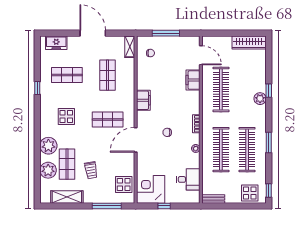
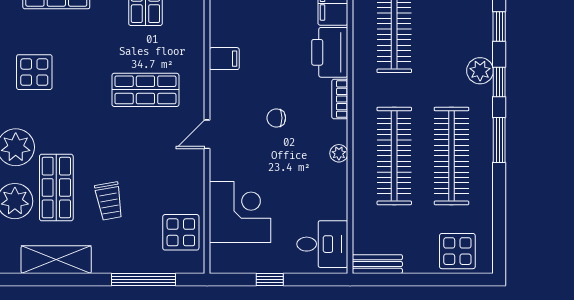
plant: (260, 99) -> (480, 71), moved
filing cabinet: (143, 100) -> (224, 59), width x0.50
printer: (192, 102) -> (330, 52), added
display table: (66, 116) -> (34, 72), moved
door: (136, 140) -> (207, 134), width x0.53
desk: (188, 179) -> (322, 244), moved
corner desk: (151, 189) -> (240, 212), moved, turned 90
window: (269, 190) -> (499, 82), moved

